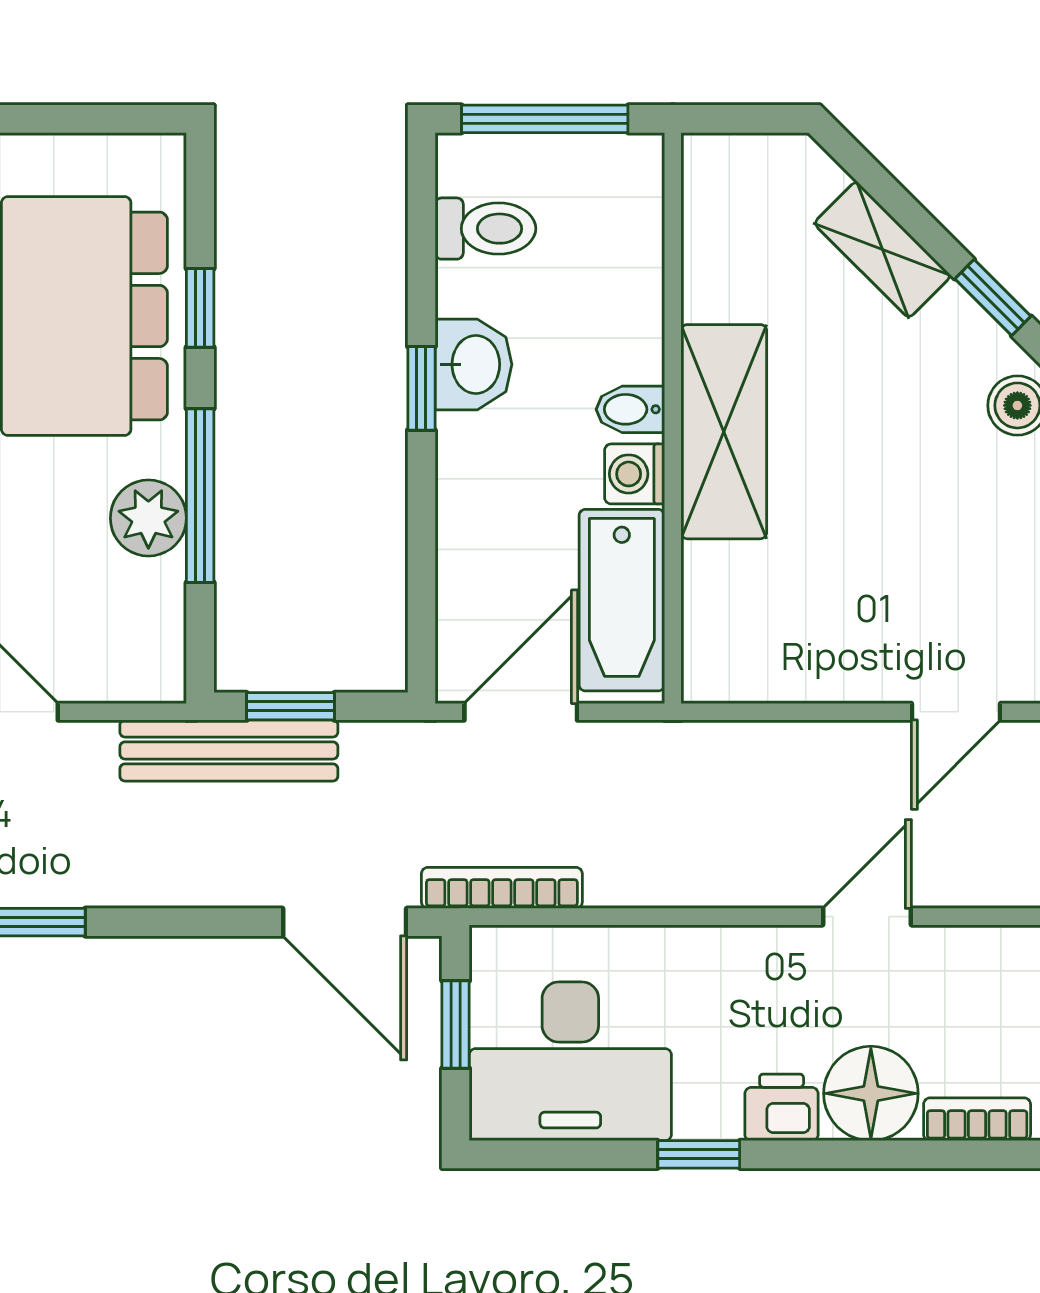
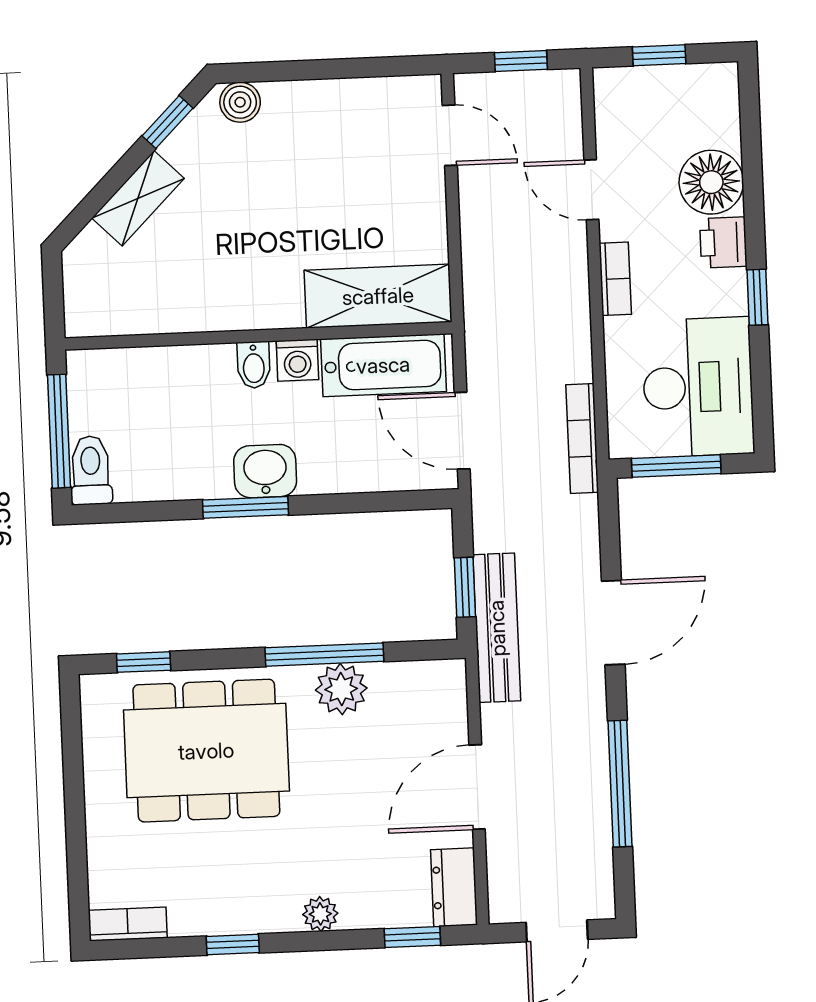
toilet: (485, 229) -> (91, 470), moved
window: (200, 308) -> (144, 662), moved
washbasin: (474, 364) -> (265, 471), moved
window: (421, 388) -> (245, 507), width x1.50
shelving: (724, 432) -> (378, 296), moved
door: (345, 922) -> (613, 623), moved
window: (456, 1024) -> (676, 466), width x1.50
bookcase: (977, 1119) -> (615, 279), moved, turned 180

